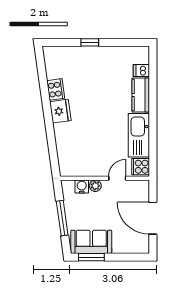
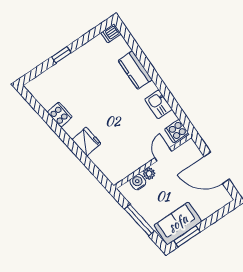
dishwasher: (141, 70) -> (111, 33), moved
fridge: (60, 111) -> (86, 141), moved
kitchen sink: (139, 135) -> (159, 104), width x0.53, depth x0.81

